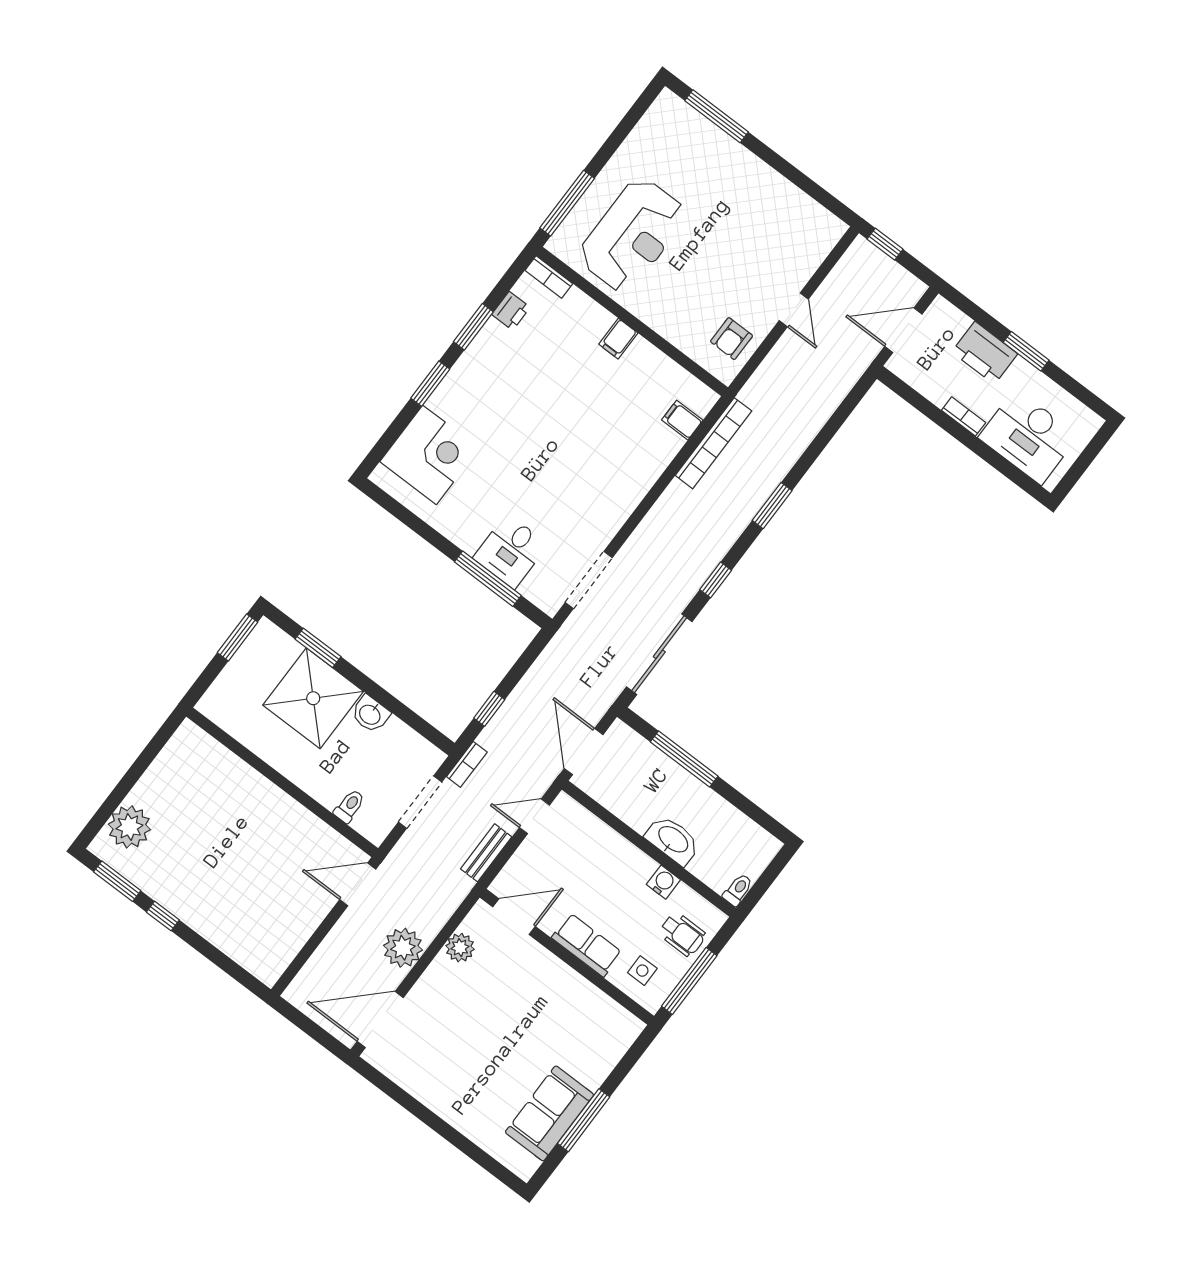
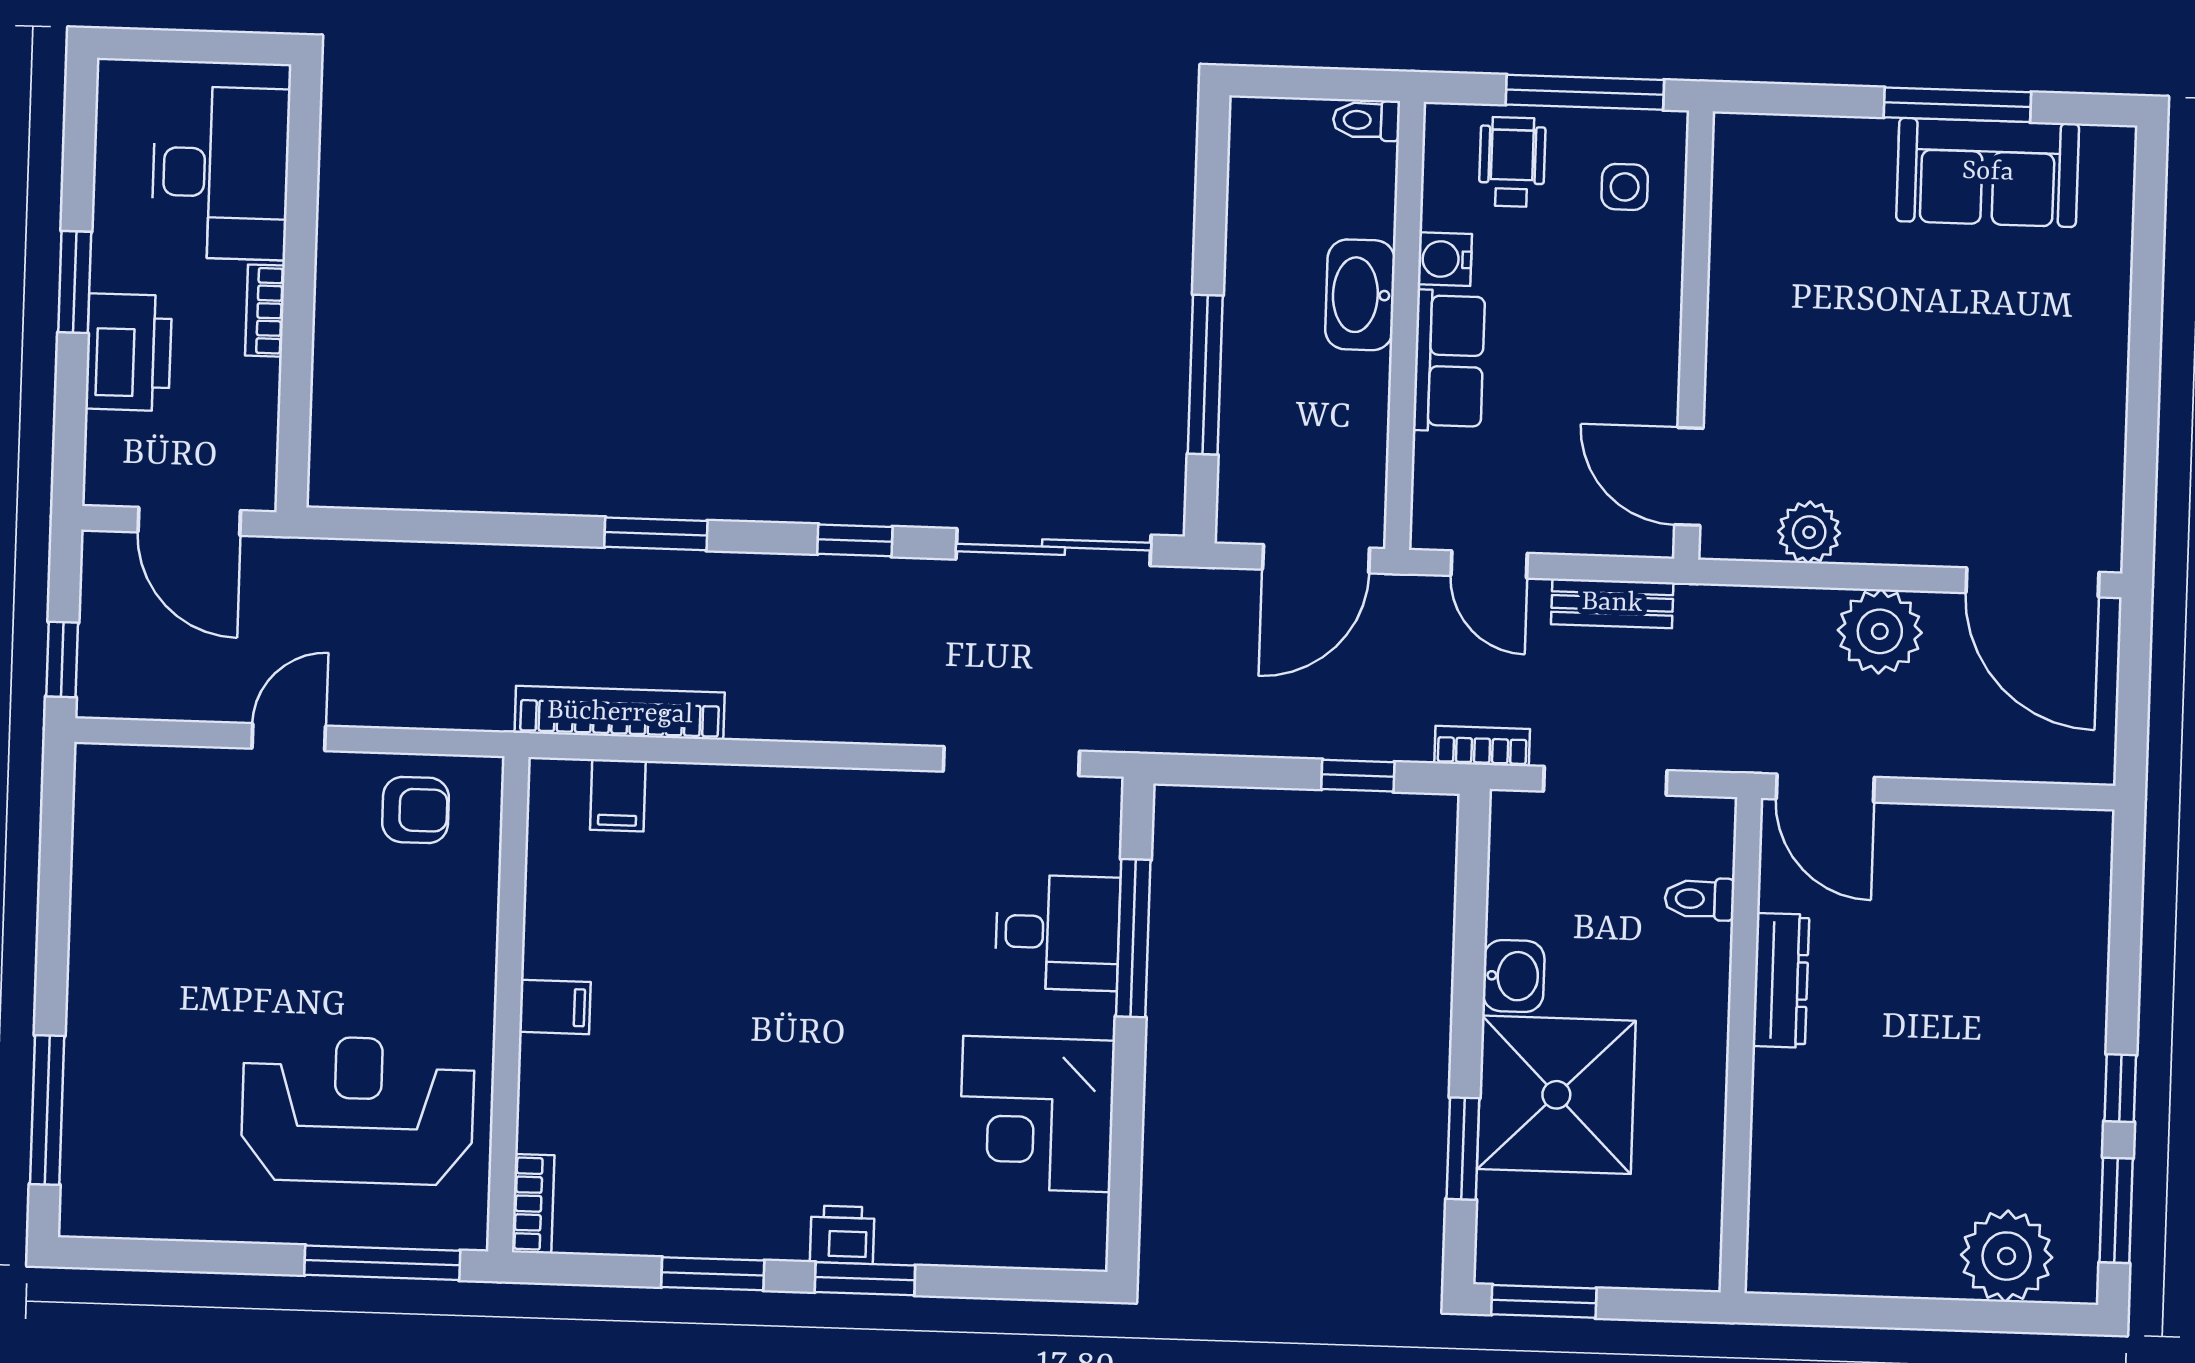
printer: (511, 311) -> (842, 1235), moved
corner desk: (429, 455) -> (1037, 1114), moved, turned -90
dresser: (296, 815) -> (1781, 980), added
row of seats: (587, 945) -> (1449, 361), moved, turned 180

